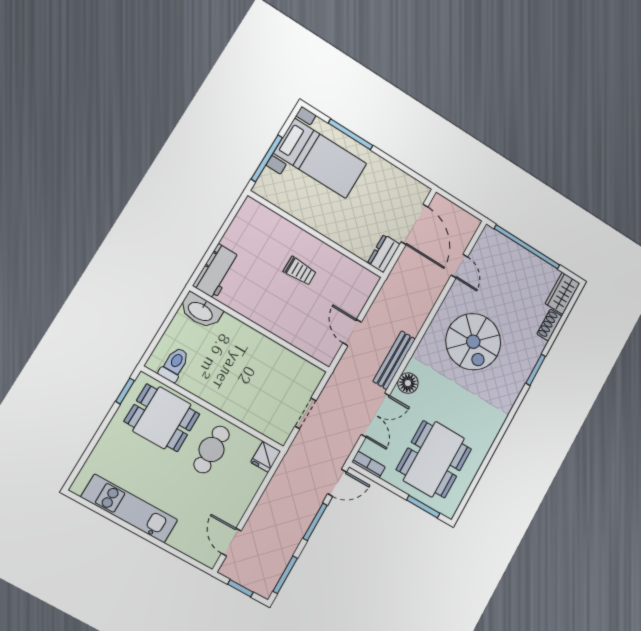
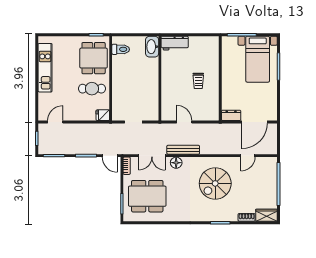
door: (352, 332) -> (184, 122), hinge flipped

